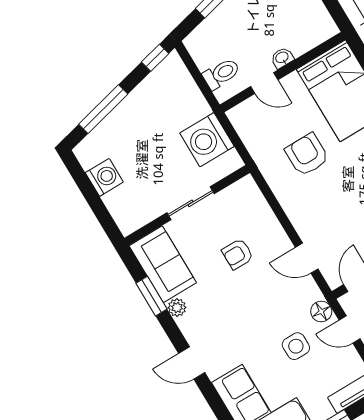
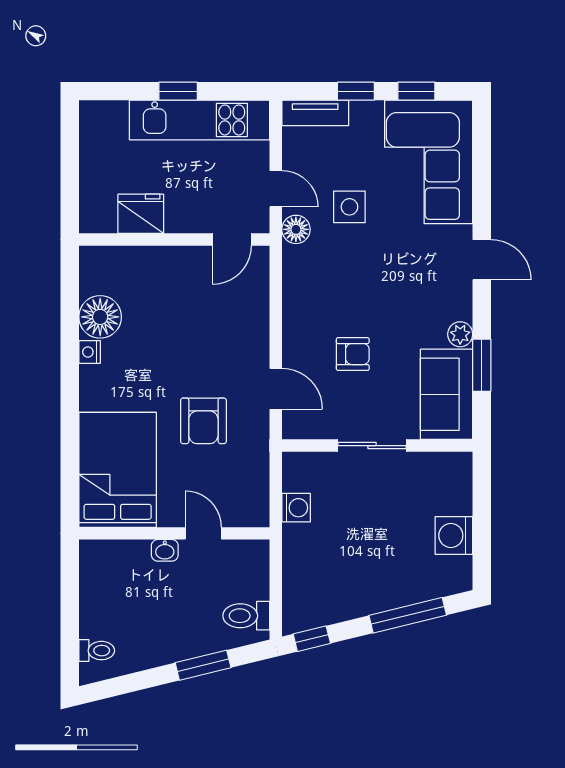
toilet: (221, 74) -> (246, 616), moved
washing machine: (207, 140) -> (296, 508), width x0.53, depth x0.53
door: (307, 258) -> (276, 389), moved

